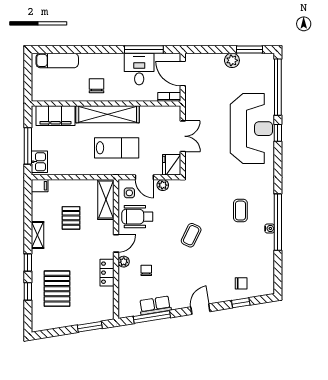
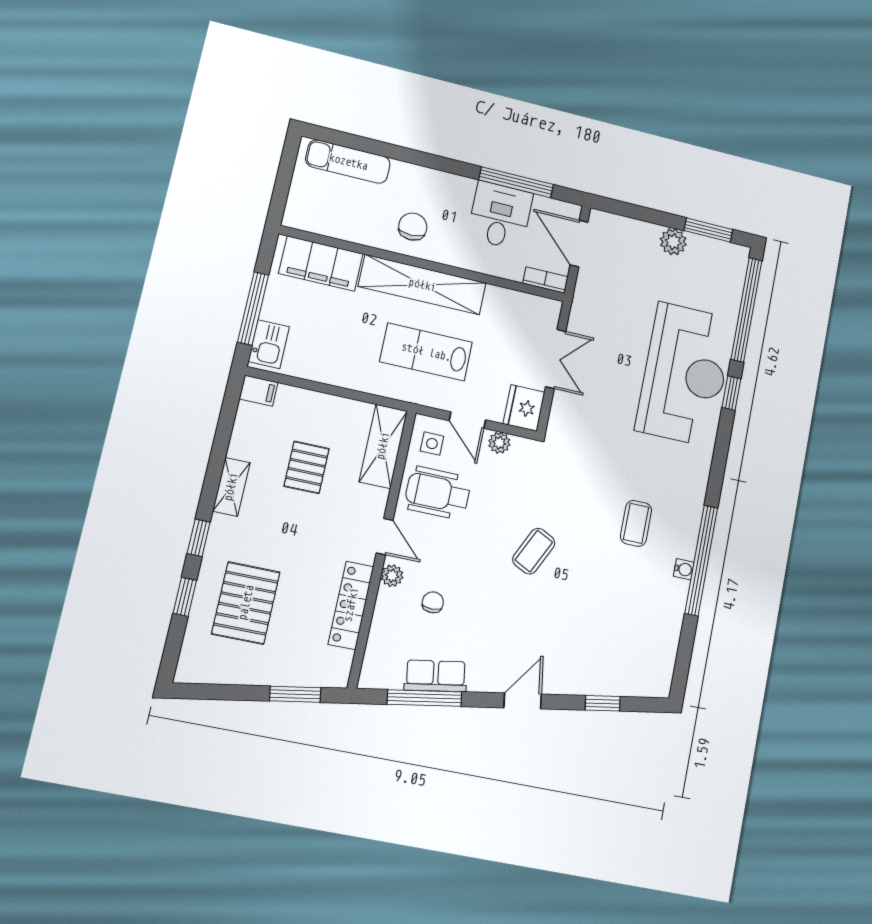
lab bench: (117, 148) -> (426, 352), turned 180
door: (116, 243) -> (385, 537), hinge flipped
locker: (107, 273) -> (351, 605), width x1.53
chair: (241, 283) -> (611, 665), removed

